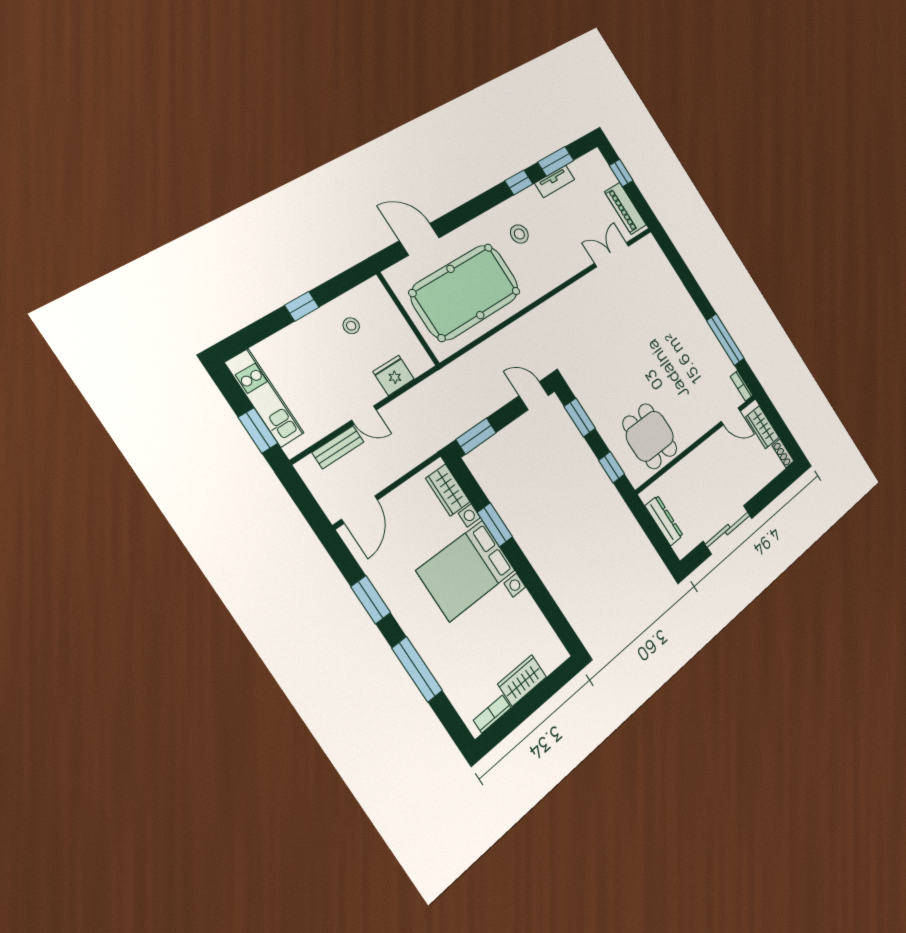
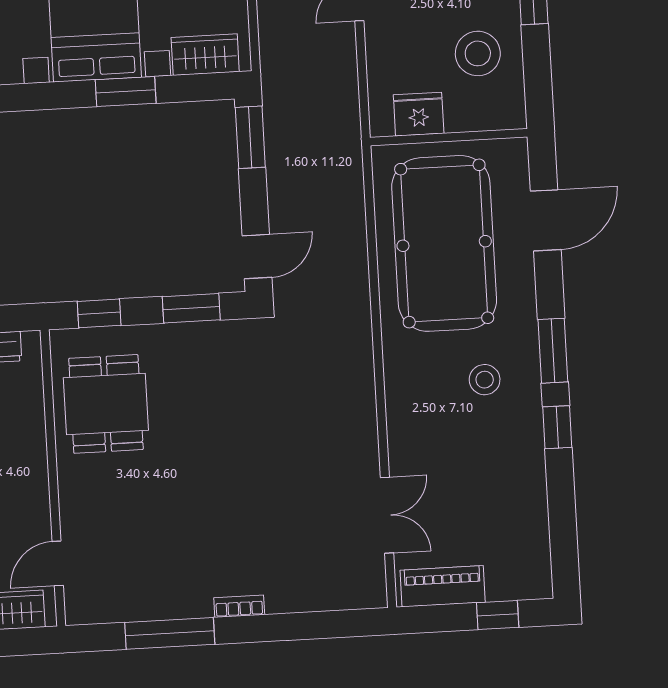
window: (556, 161) -> (553, 351), moved
tv unit: (555, 181) -> (534, 489), removed
stool: (351, 326) -> (478, 53), width x1.89, depth x1.89
fridge: (394, 375) -> (419, 114), moved, turned -90
bookcase: (742, 386) -> (239, 606), moved
dining table: (650, 436) -> (106, 404), turned 90

